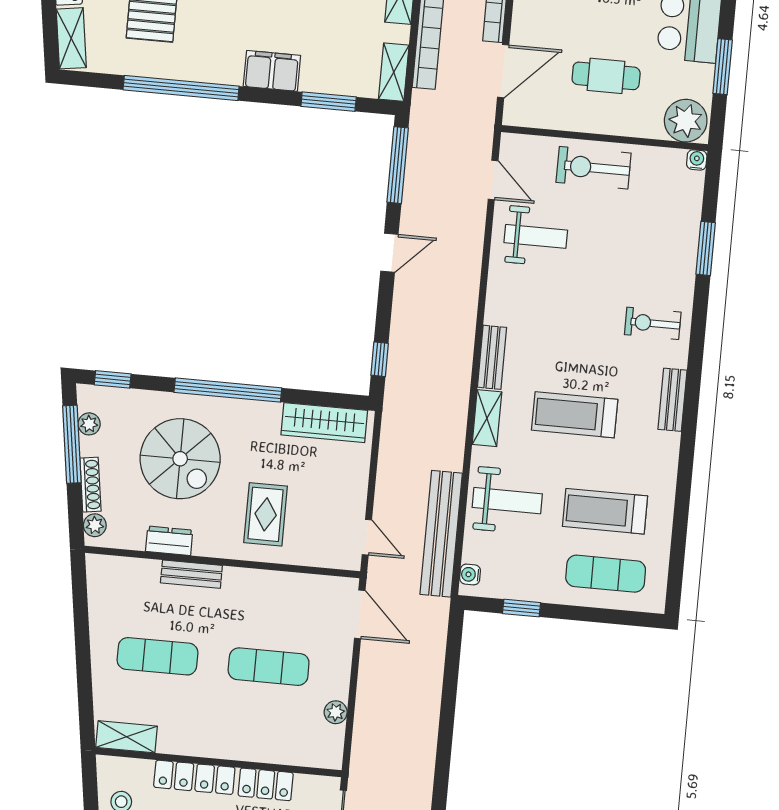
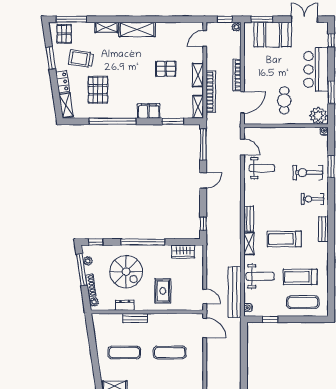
cafe table: (606, 76) -> (284, 100), turned 90
exercise bike: (594, 168) -> (308, 173), moved
wardrobe: (324, 423) -> (183, 252), width x0.67
plant: (336, 712) -> (199, 368), removed

